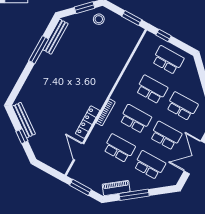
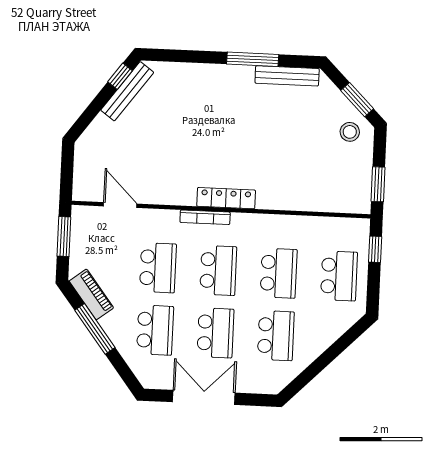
locker: (88, 122) -> (226, 198), moved
window: (22, 136) -> (120, 76), moved
door: (79, 152) -> (120, 205), hinge flipped

